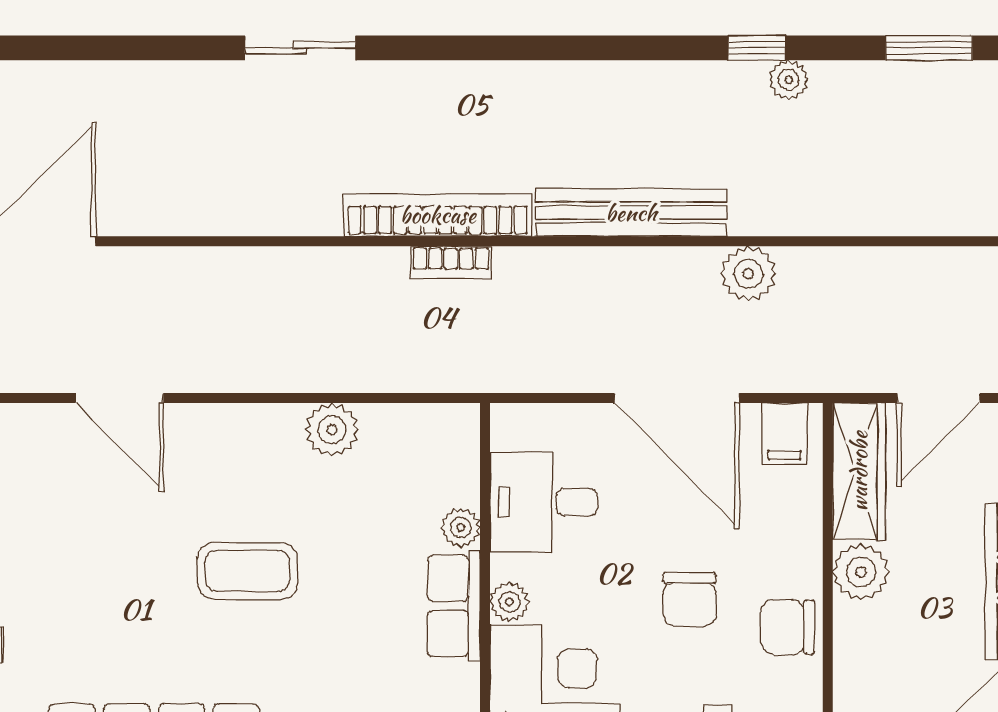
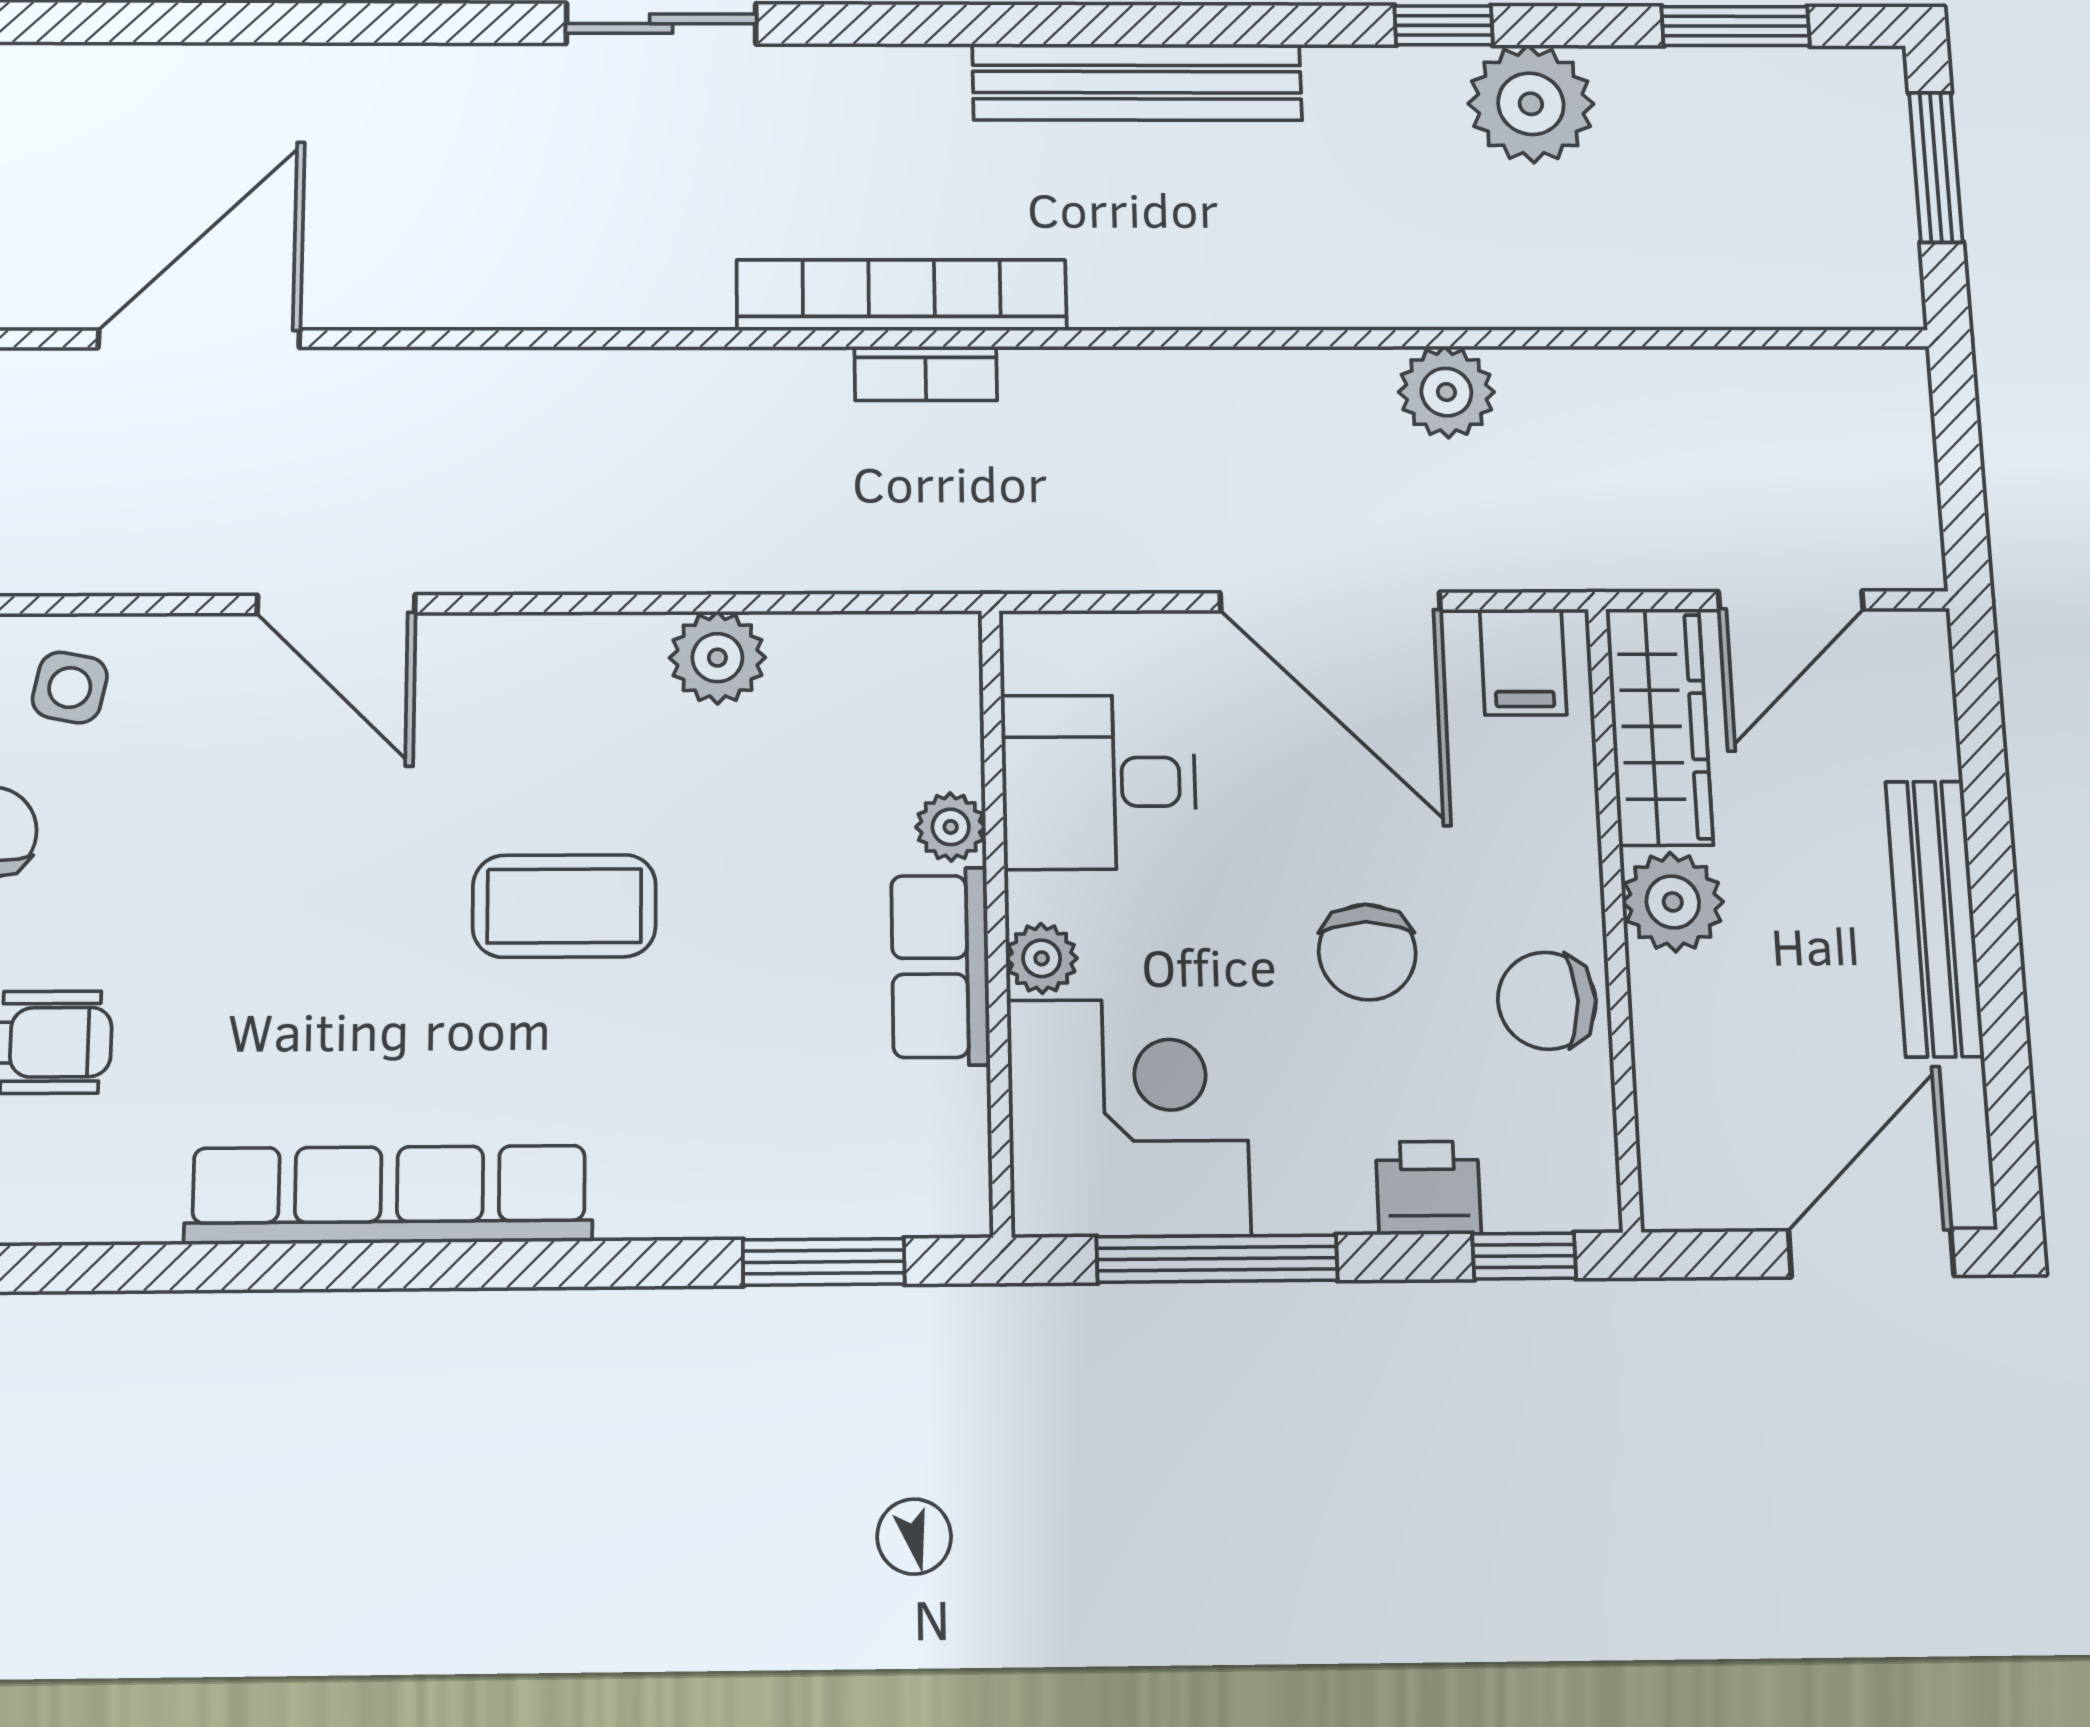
plant: (789, 80) -> (1531, 104), width x1.87, depth x1.87
bench: (631, 213) -> (1137, 82), moved

